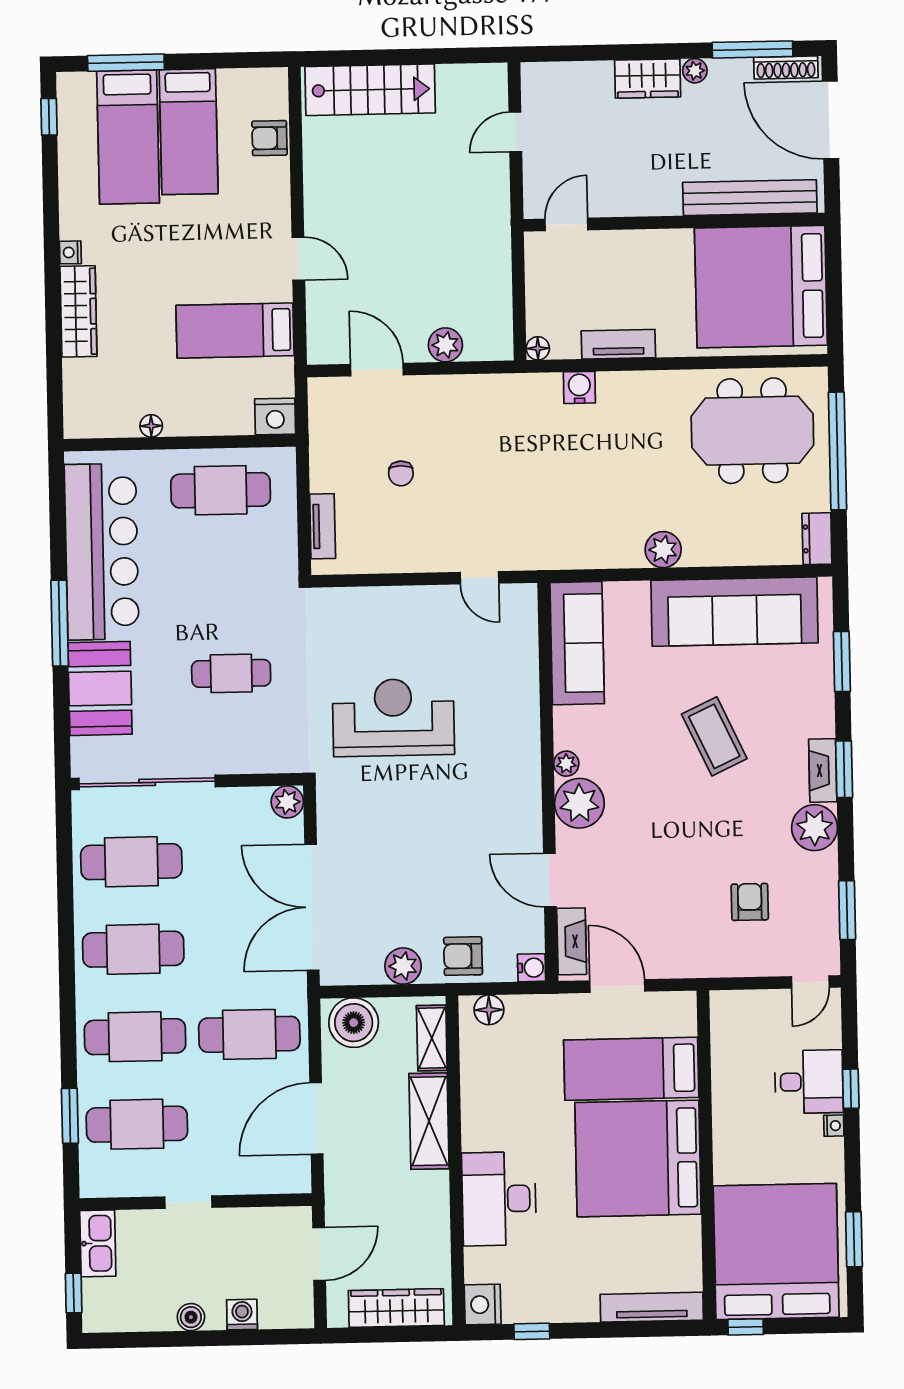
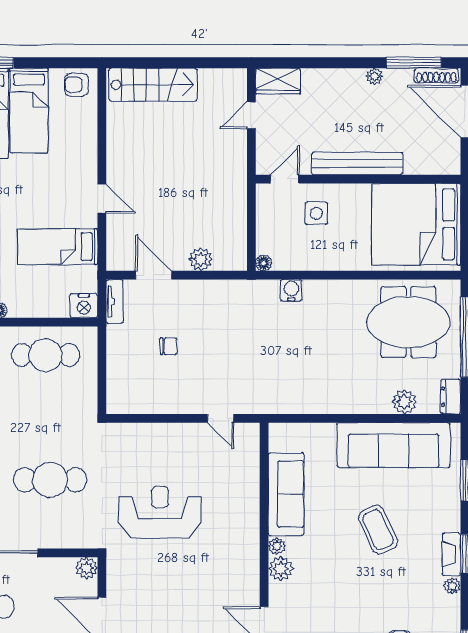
wardrobe: (648, 79) -> (278, 81), moved
armchair: (269, 138) -> (76, 85), moved
bench: (750, 198) -> (357, 163), moved
side table: (614, 274) -> (316, 213), added
tv unit: (618, 344) -> (318, 261), removed
chair: (401, 473) -> (169, 346), turned -90
tv unit: (323, 526) -> (114, 301), moved
plant: (663, 550) -> (405, 402), moved
sofa: (577, 643) -> (286, 494), moved
cafe table: (231, 673) -> (50, 480), width x1.37, depth x1.35
plant: (579, 803) -> (281, 569), width x0.73, depth x0.73
plant: (815, 828) -> (452, 586), width x0.53, depth x0.53

